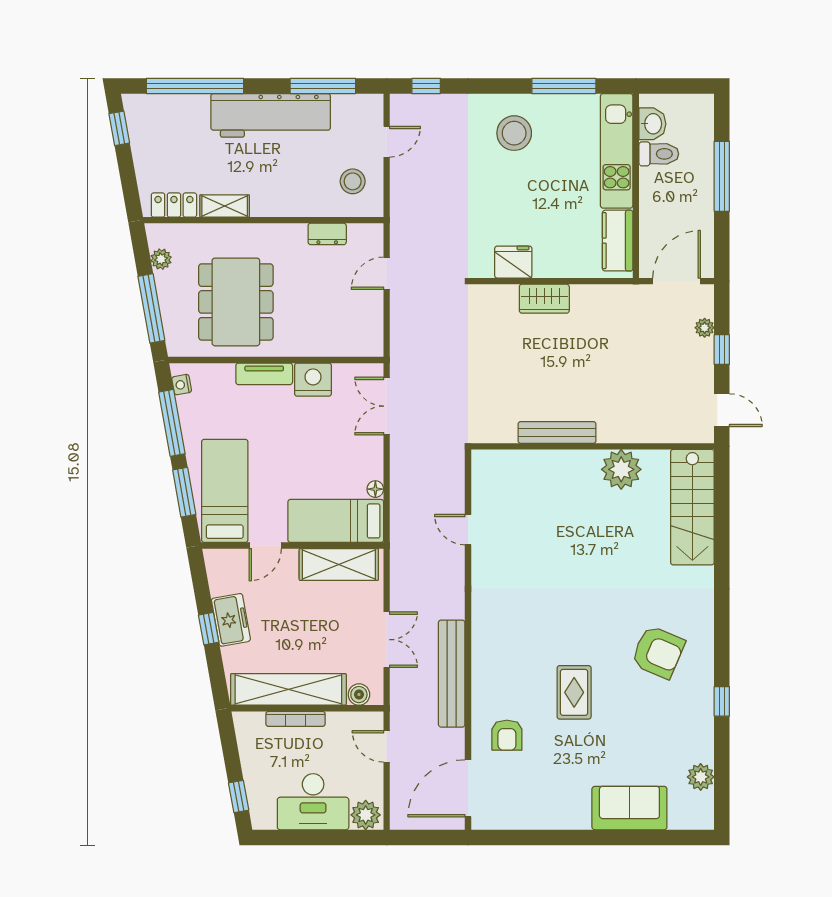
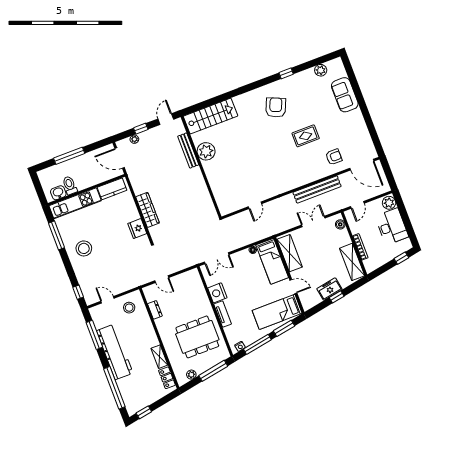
wardrobe: (544, 299) -> (148, 210), width x1.50
bench: (557, 432) -> (188, 150), moved
shelving: (288, 689) -> (352, 262), width x0.68

